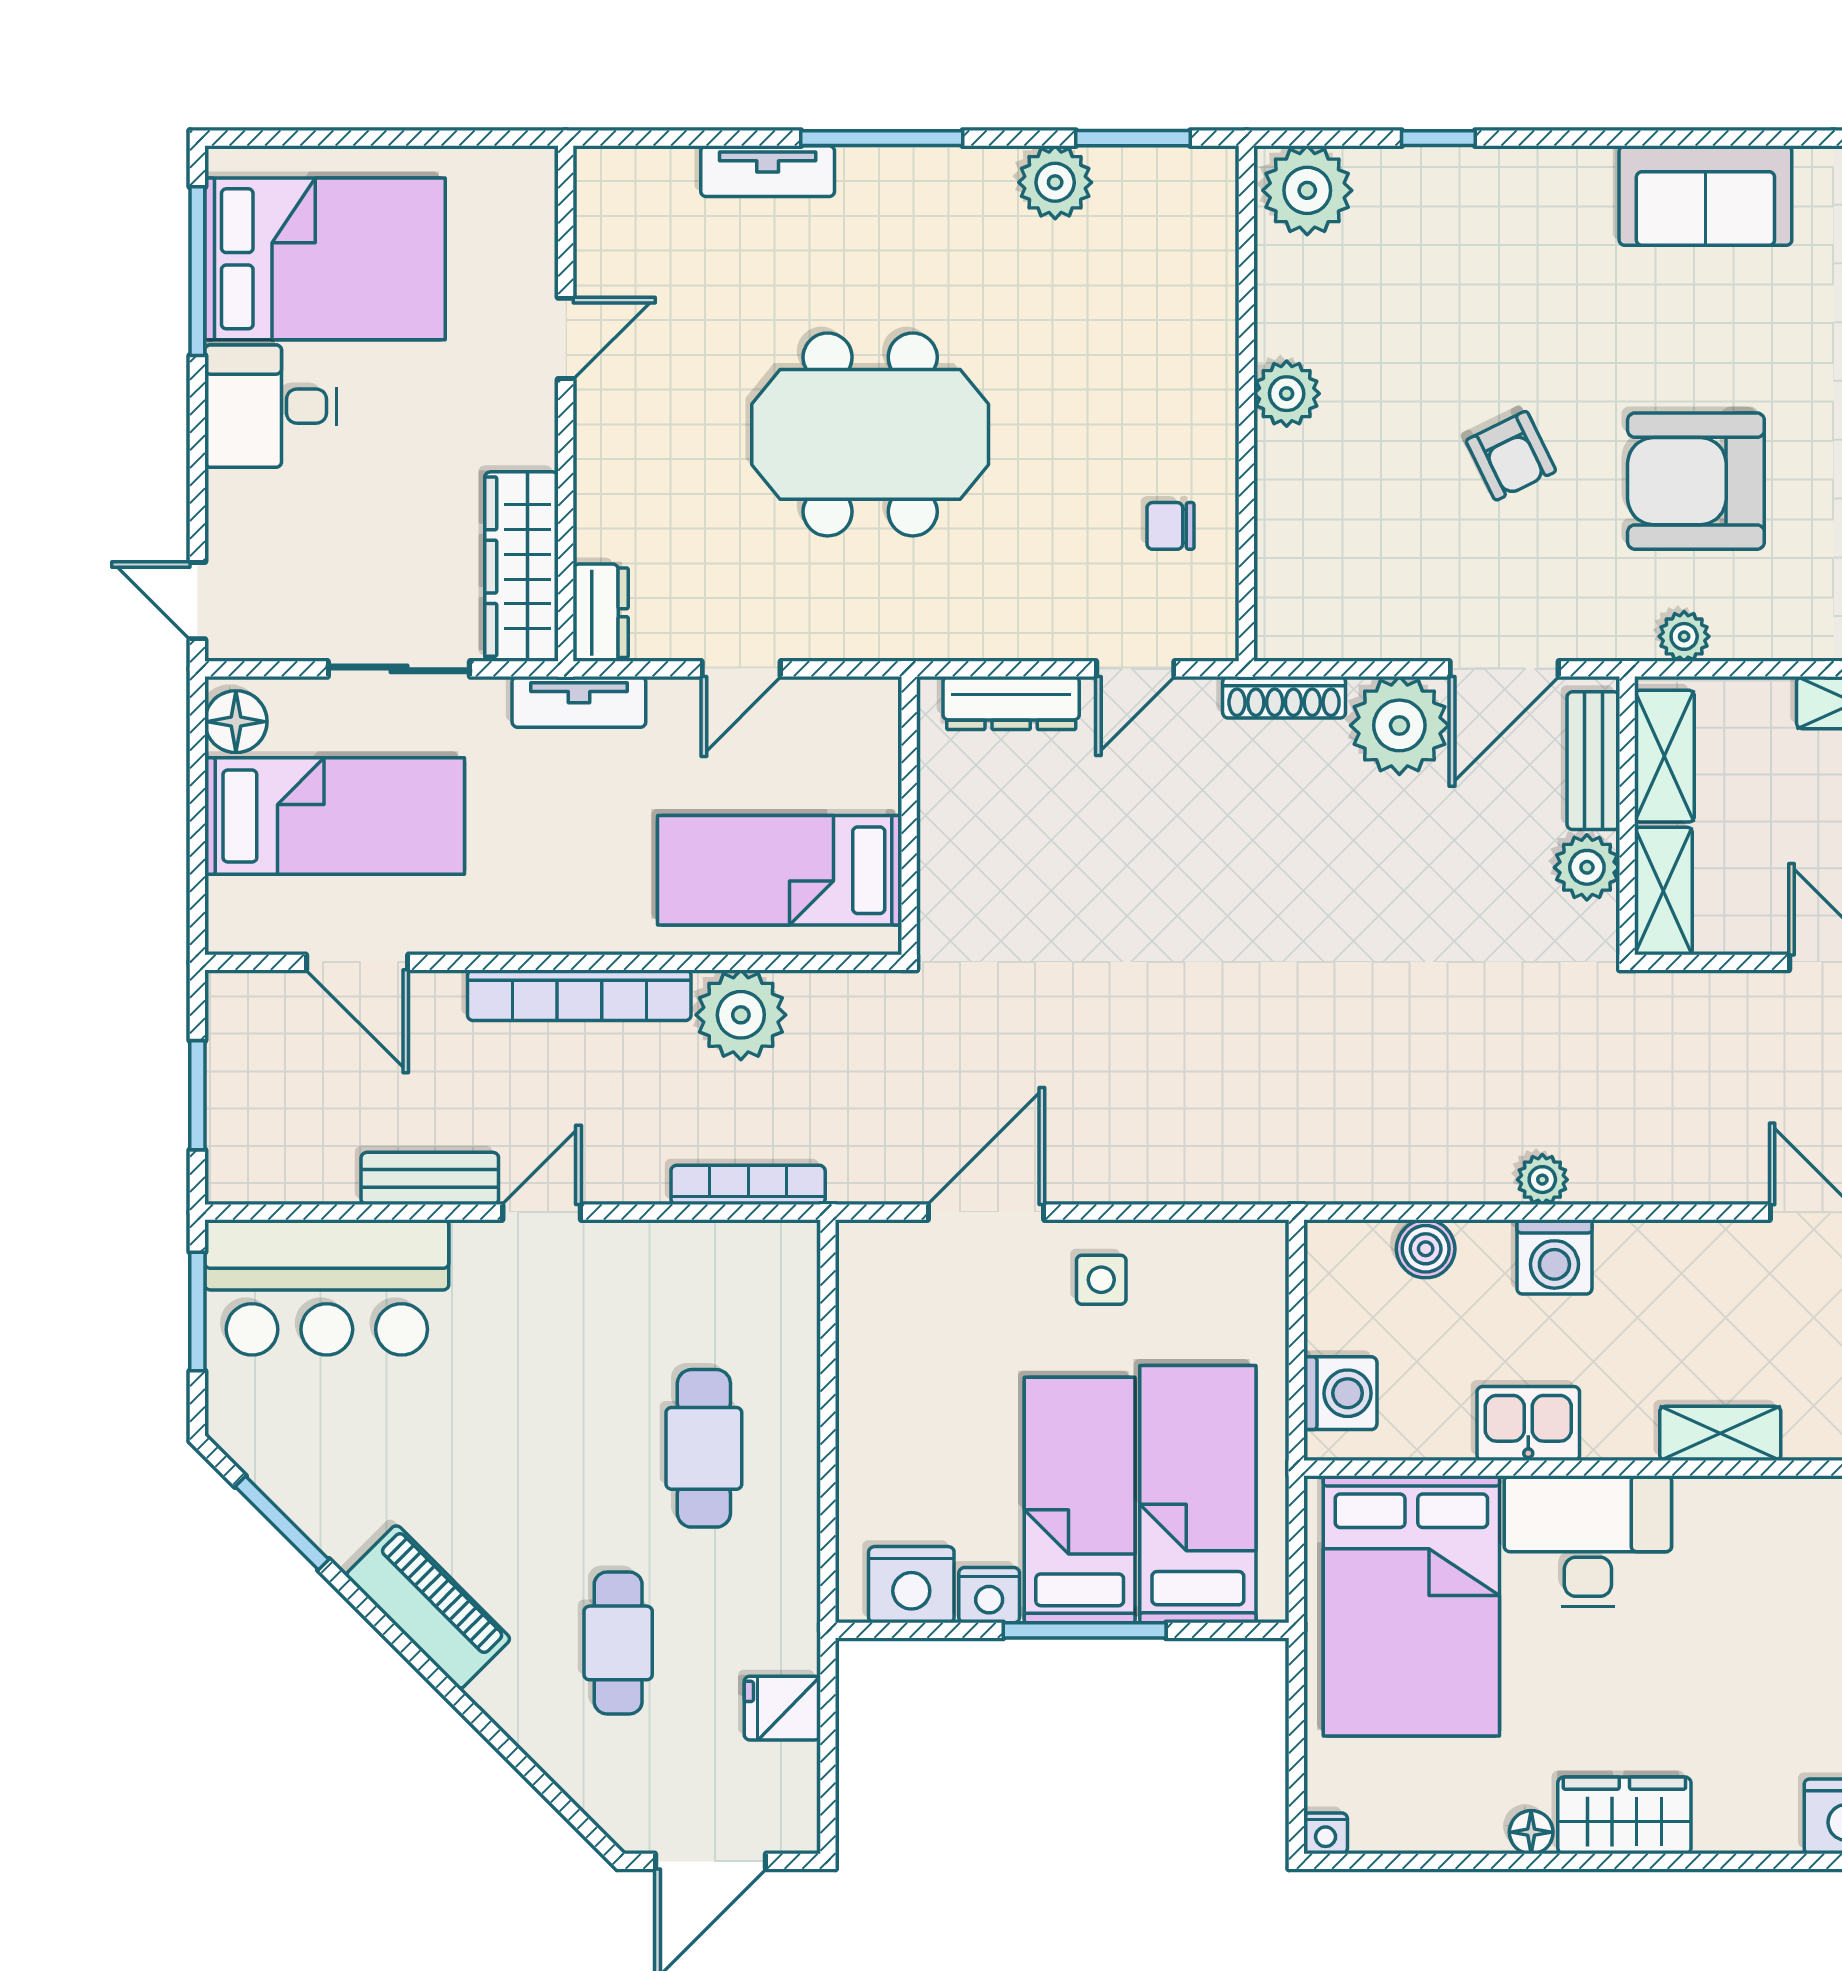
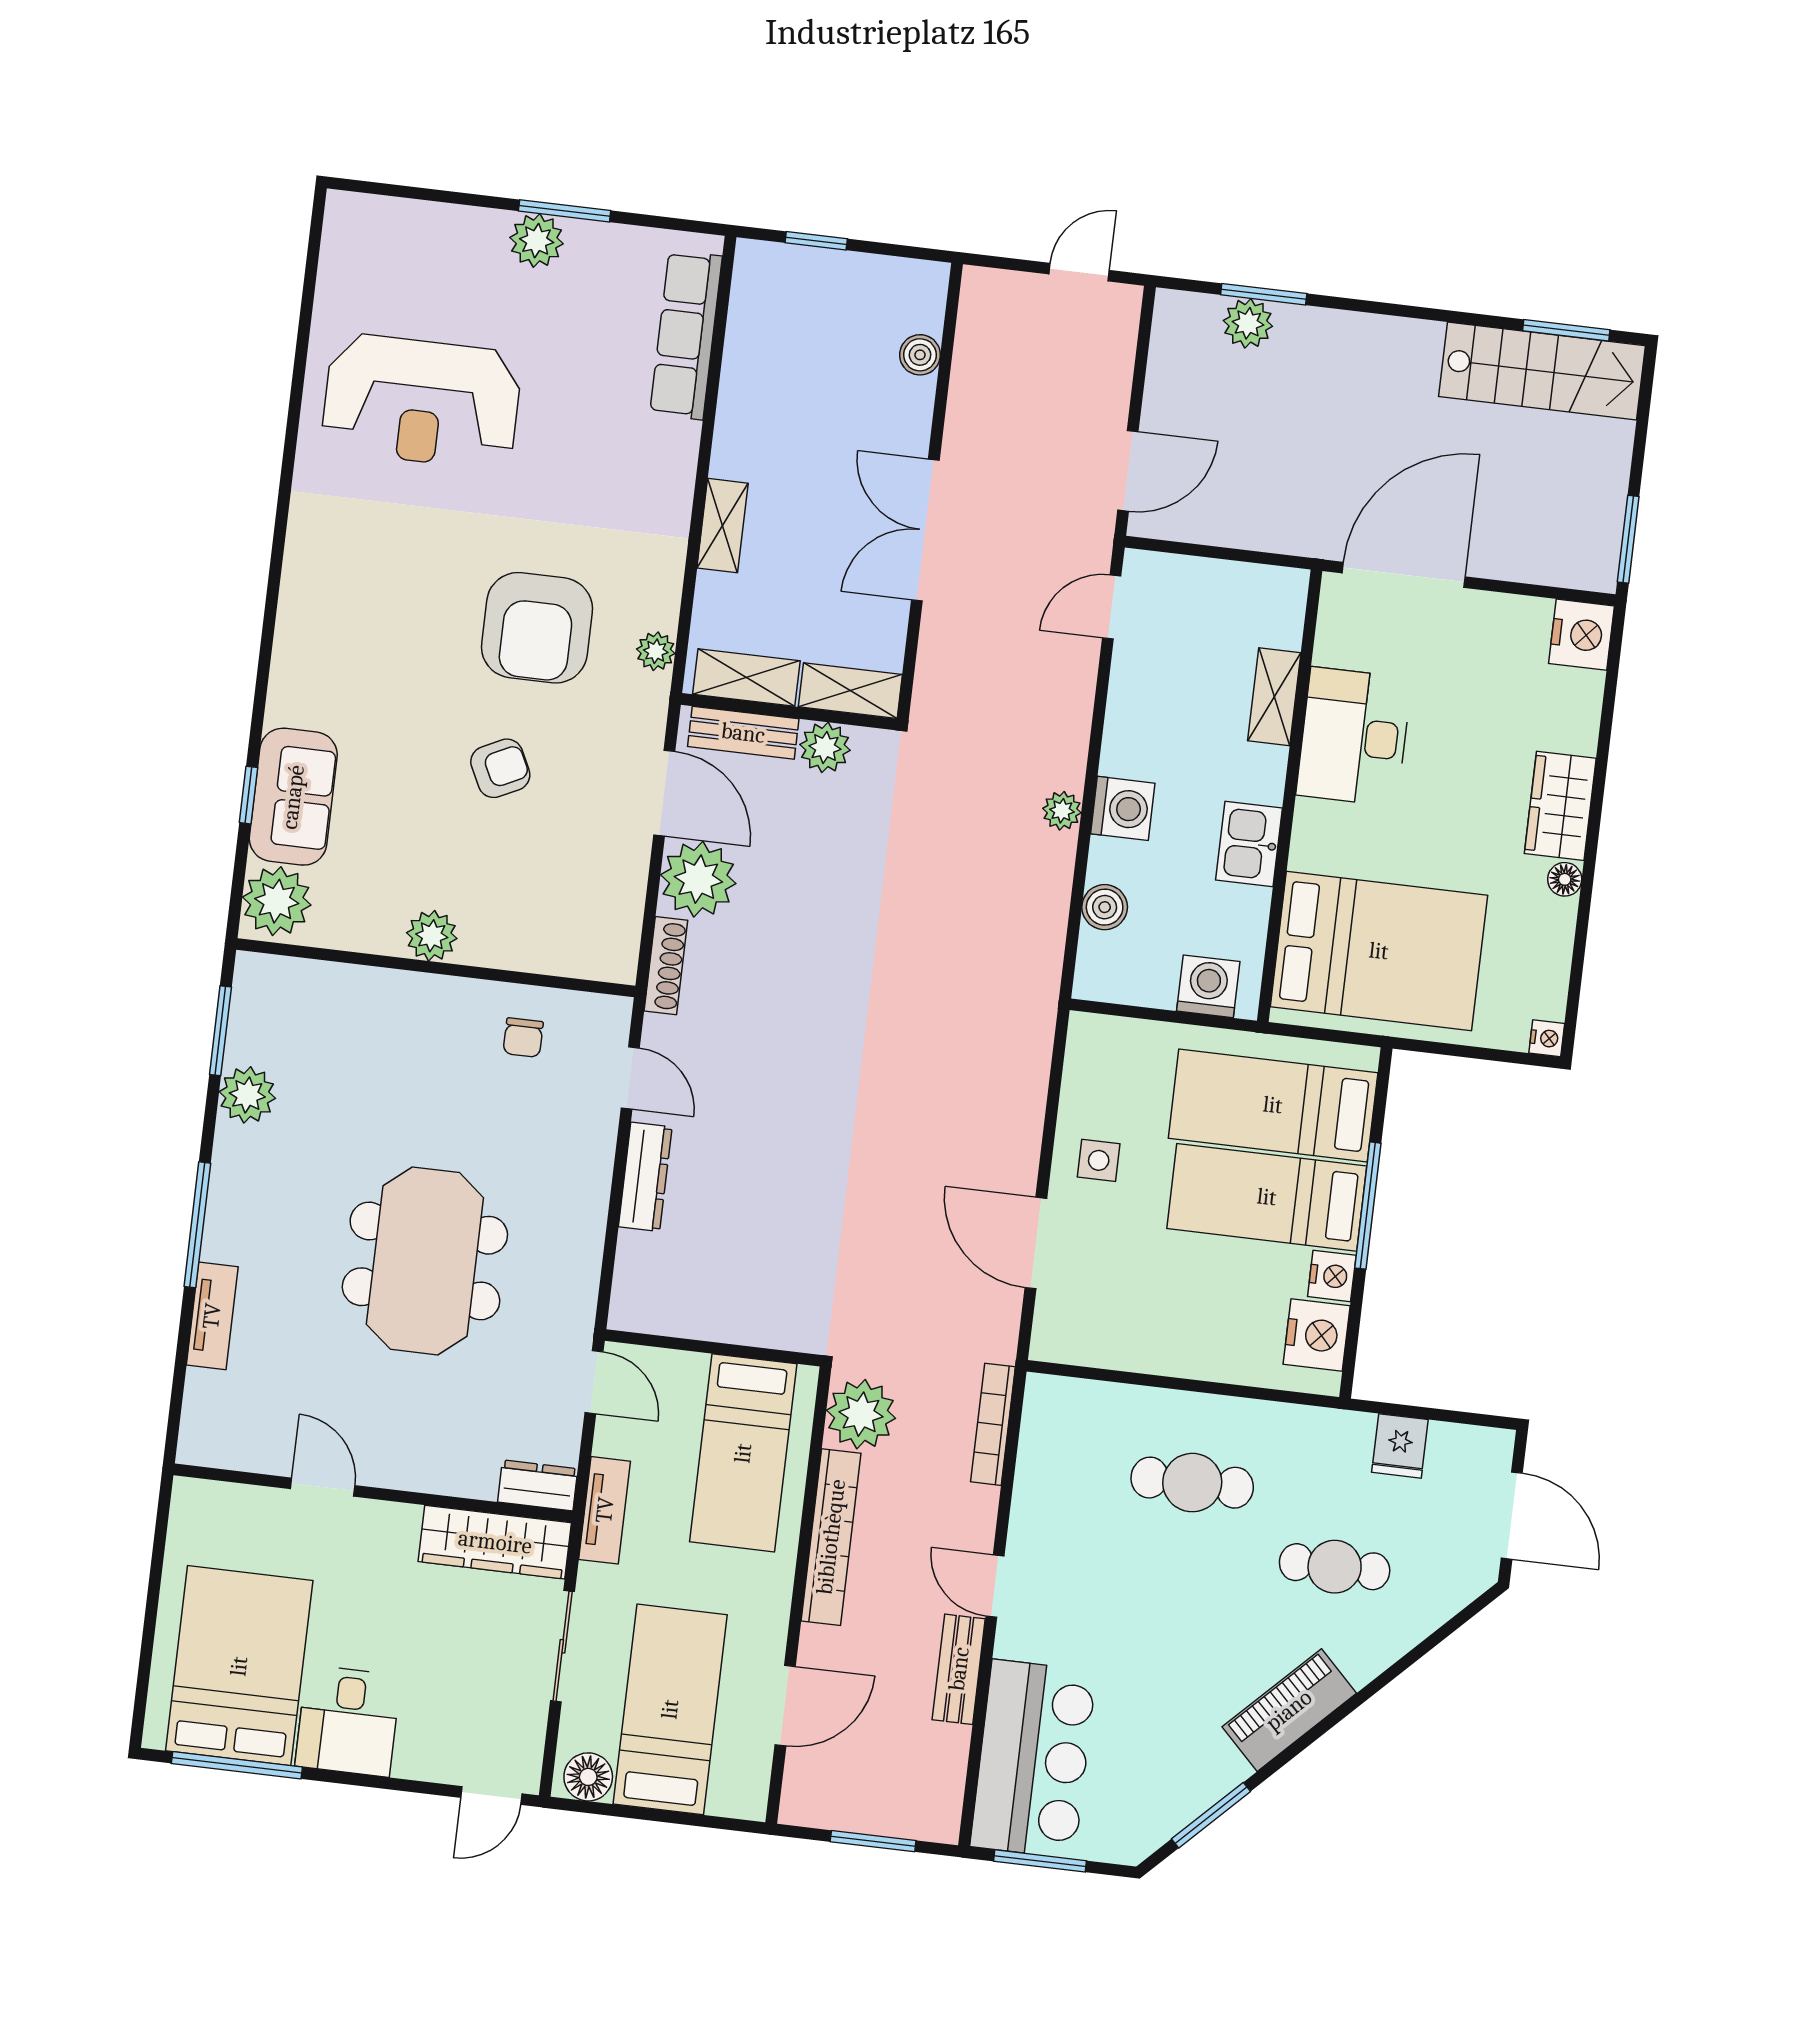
sofa: (1705, 196) -> (293, 797), moved
wall: (909, 816) -> (713, 1348), moved
bed: (780, 870) -> (743, 1453), moved
desk: (1588, 1541) -> (1354, 737), moved

